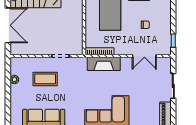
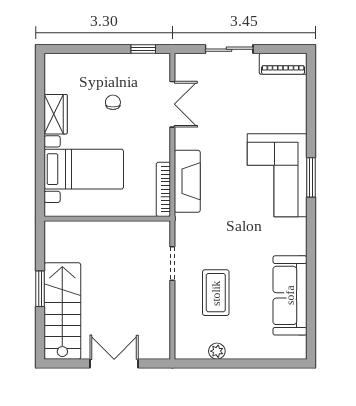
double door: (8, 25) -> (114, 363), width x0.73

